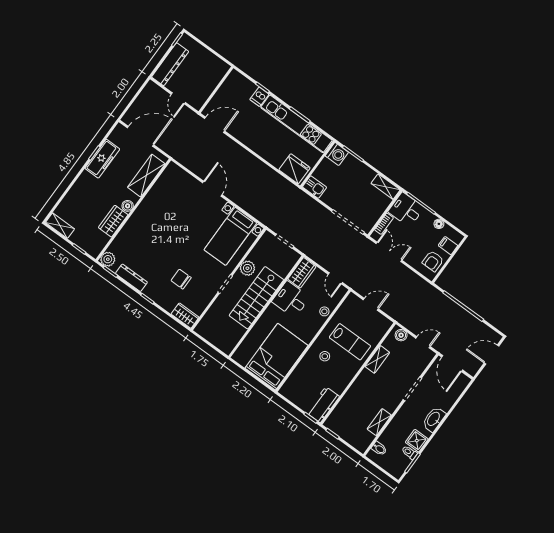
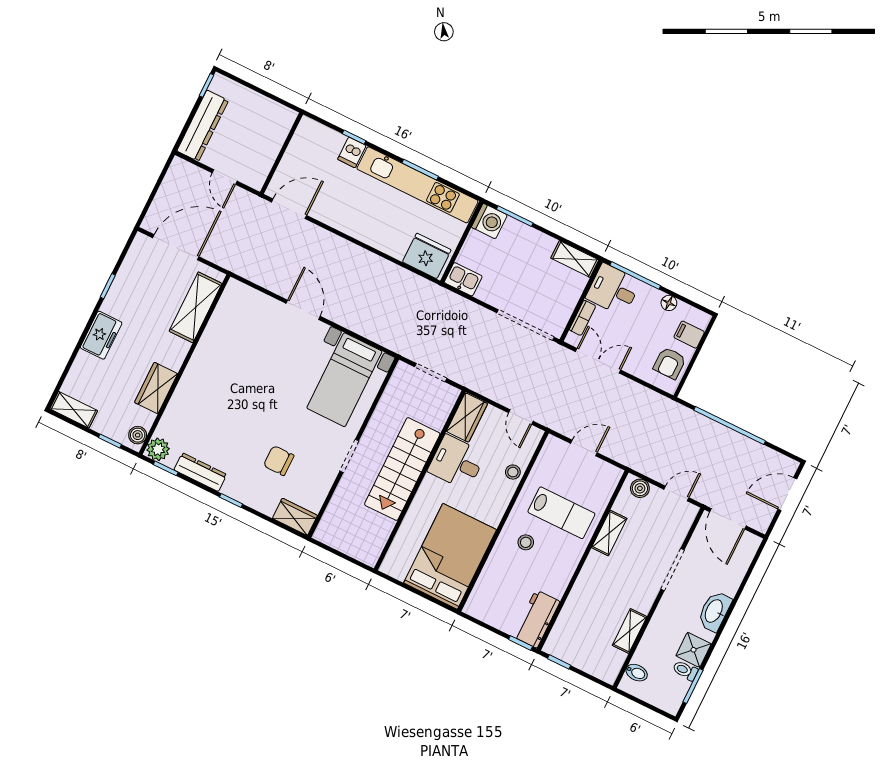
freezer: (102, 159) -> (101, 335), moved, width x0.71
boiler: (128, 206) -> (138, 435), moved
plant: (247, 268) -> (380, 425), removed

